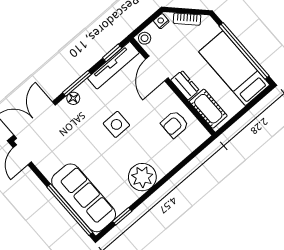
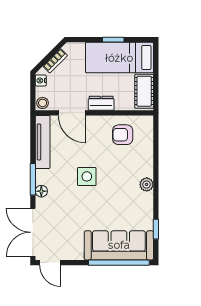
window: (244, 51) -> (113, 40), width x0.32
window: (112, 53) -> (33, 135), removed
cot: (208, 109) -> (144, 91), moved, turned 90
armchair: (175, 124) -> (123, 135), turned 90
plant: (142, 177) -> (147, 184), width x0.53, depth x0.53

